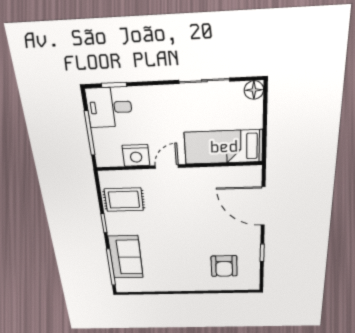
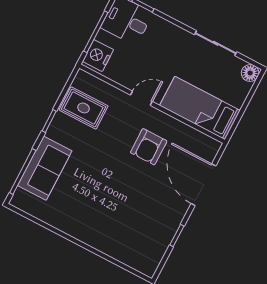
nightstand: (136, 155) -> (98, 56), moved, turned 90
armchair: (224, 266) -> (149, 147), moved

